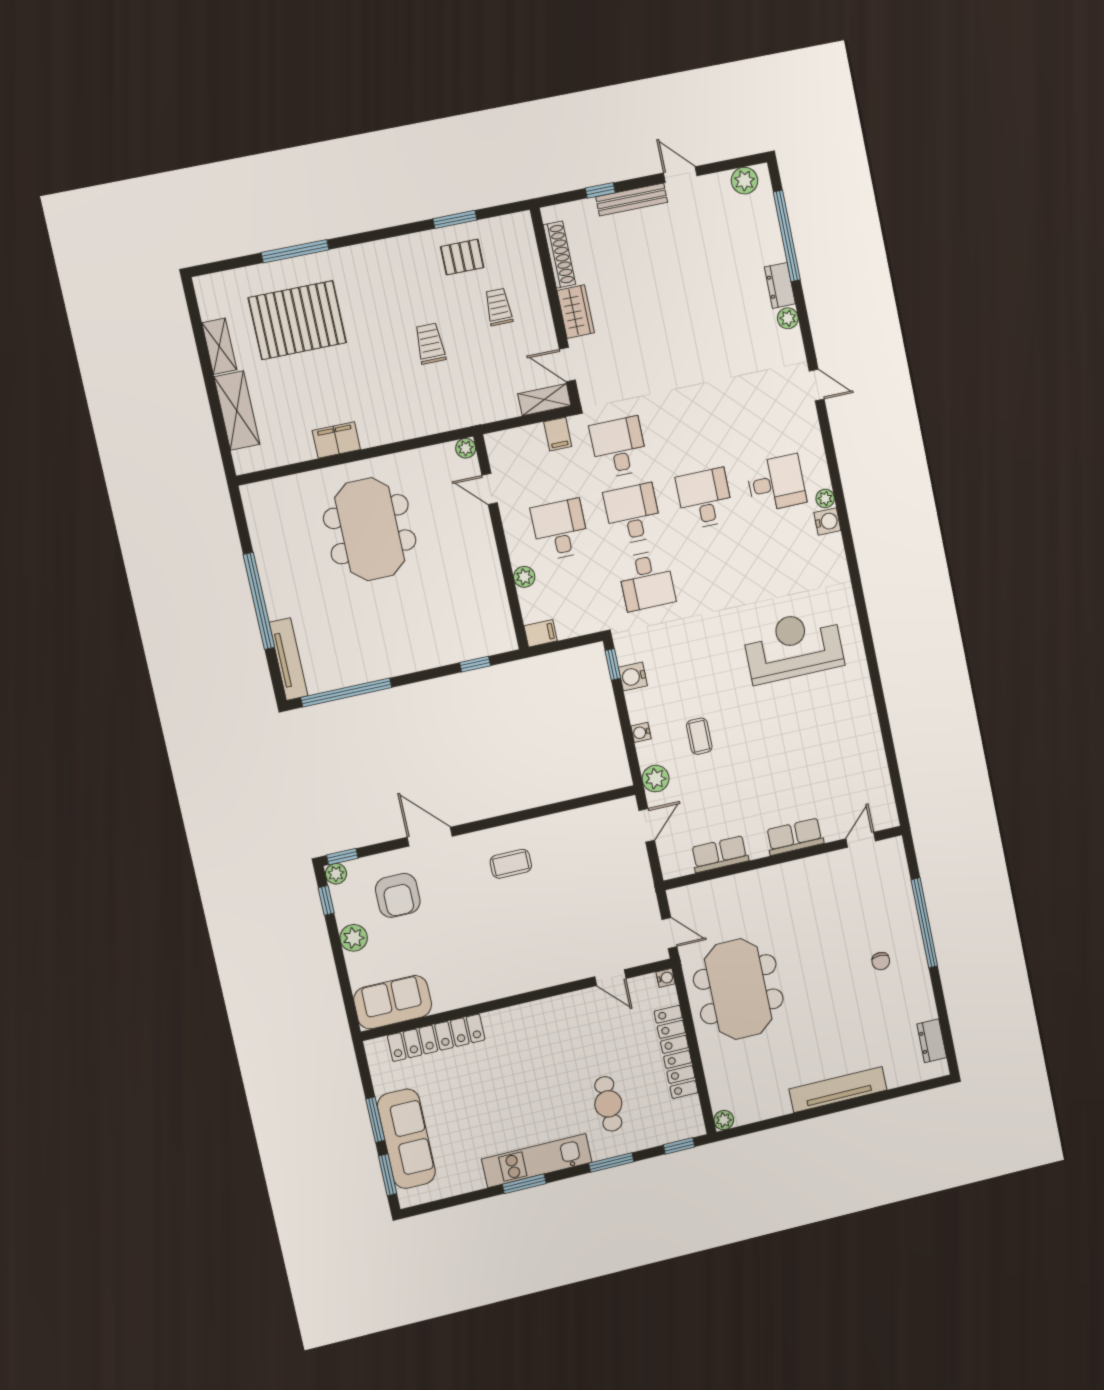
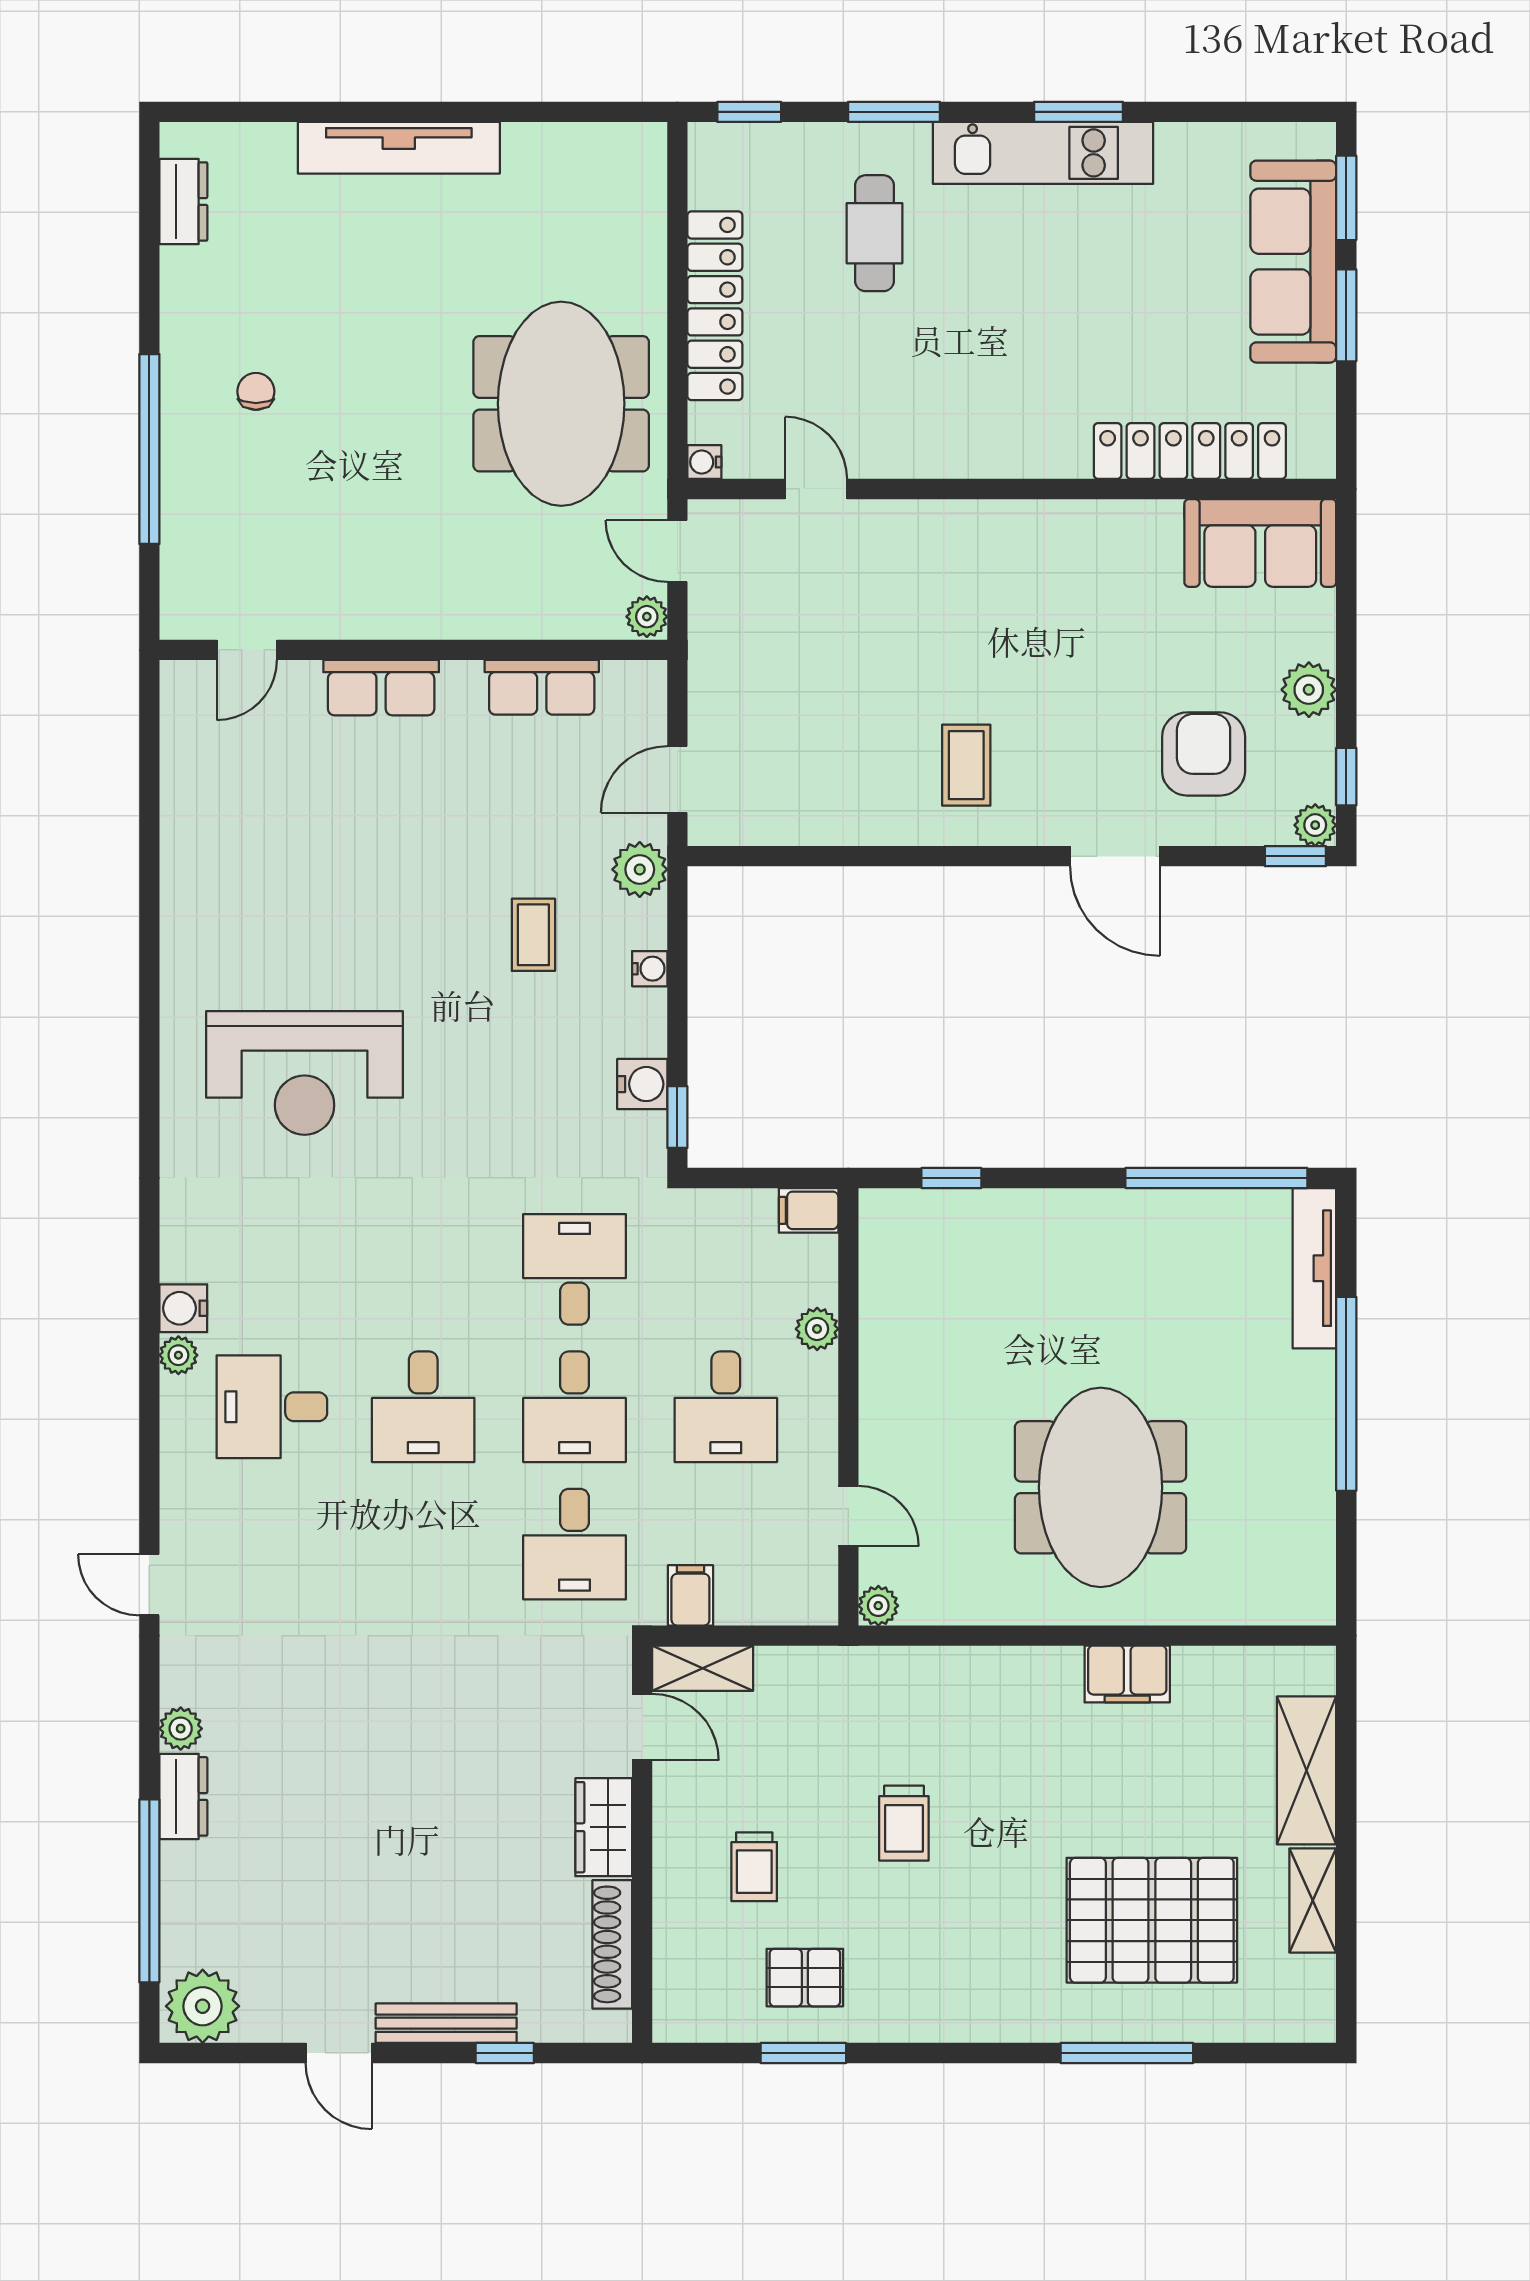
plant: (744, 181) -> (203, 2006), width x1.36, depth x1.36
coffee table: (511, 864) -> (966, 765), turned 90
plant: (724, 1120) -> (647, 617), moved

